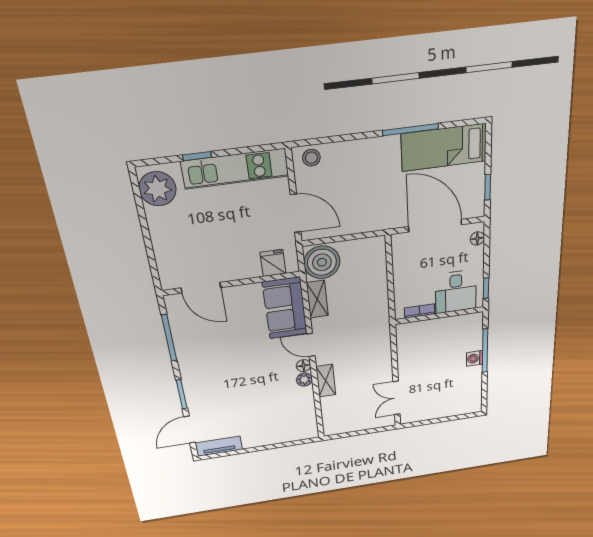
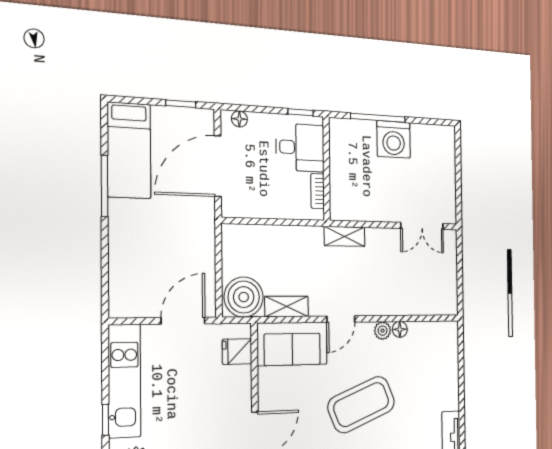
stool: (311, 158) -> (122, 297), removed
washing machine: (475, 358) -> (394, 139), width x1.89, depth x1.89
floor lamp: (304, 366) -> (400, 329), moved
coffee table: (238, 372) -> (361, 405), added
shelving: (326, 381) -> (344, 236), moved

